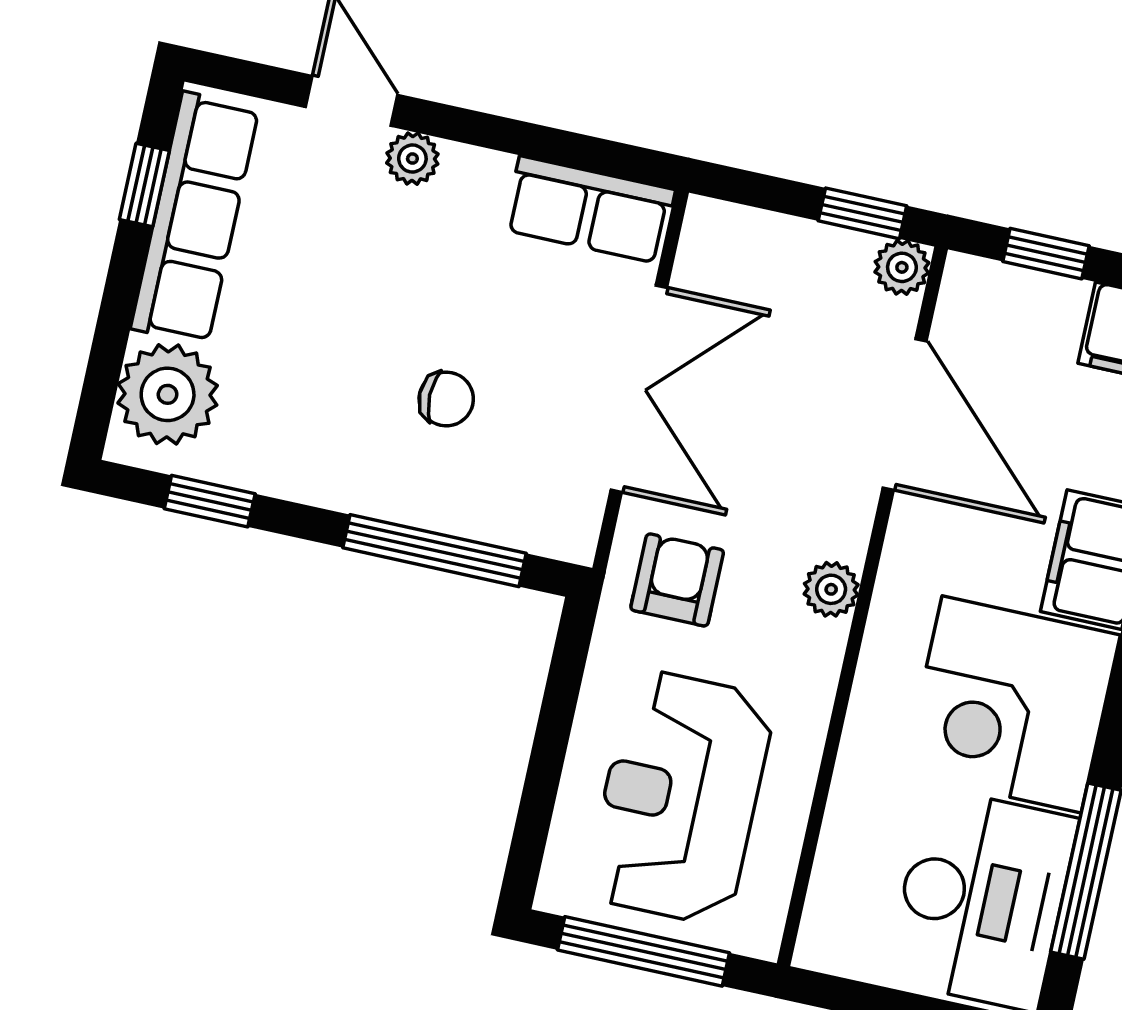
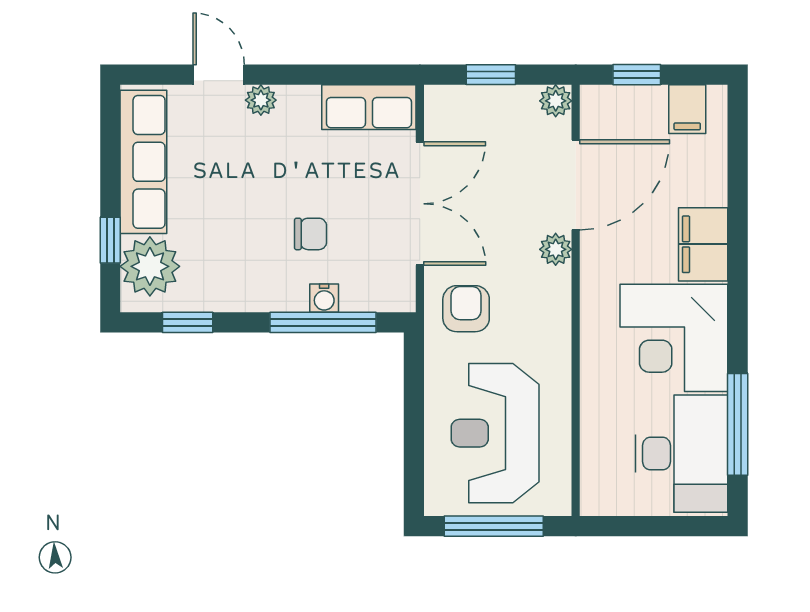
window: (144, 185) -> (110, 240), moved
window: (862, 213) -> (491, 75), moved
door: (905, 414) -> (576, 185), hinge flipped
water cooler: (445, 511) -> (324, 298), added
plant: (831, 589) -> (556, 249), moved

